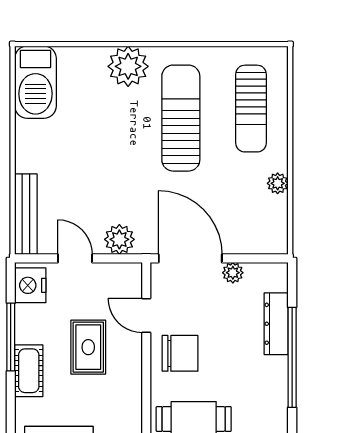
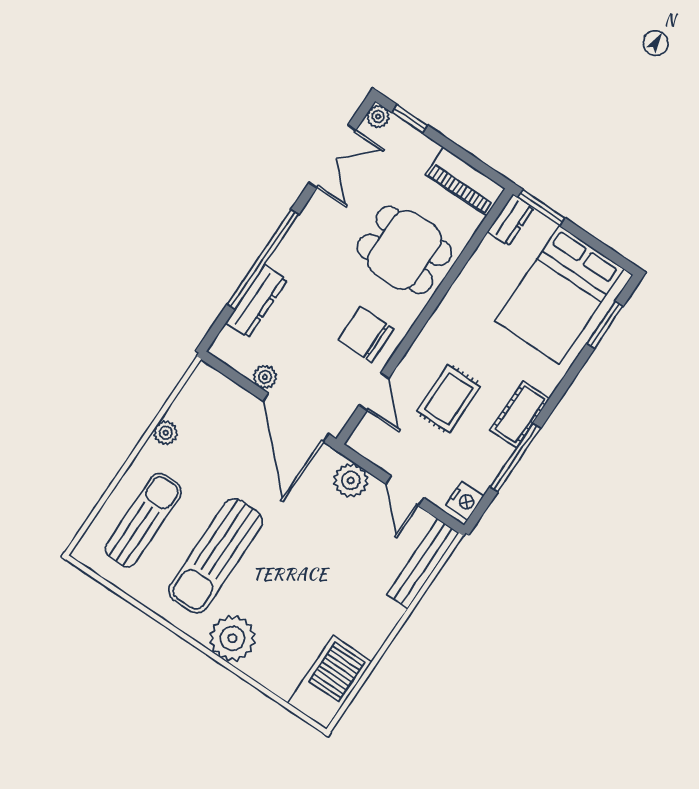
nightstand: (30, 285) -> (465, 501), width x0.74, depth x0.75

